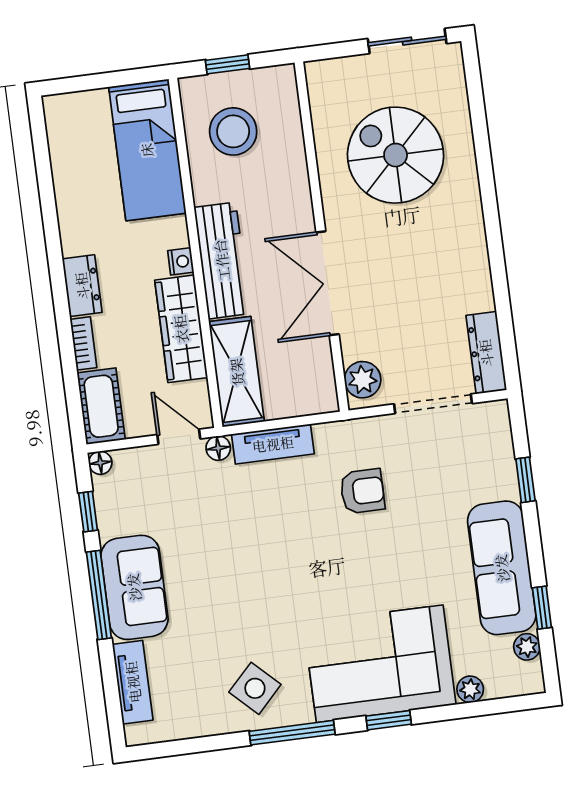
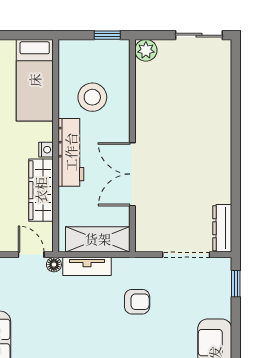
window: (228, 64) -> (107, 35), moved
stool: (233, 131) -> (92, 97), moved
spiral stairs: (396, 155) -> (183, 103), removed
shelving: (237, 372) -> (98, 239), moved, turned 90
plant: (363, 380) -> (146, 50), moved
window: (525, 480) -> (236, 284), moved

